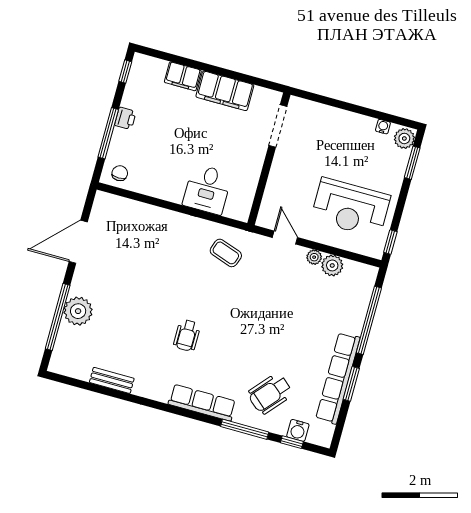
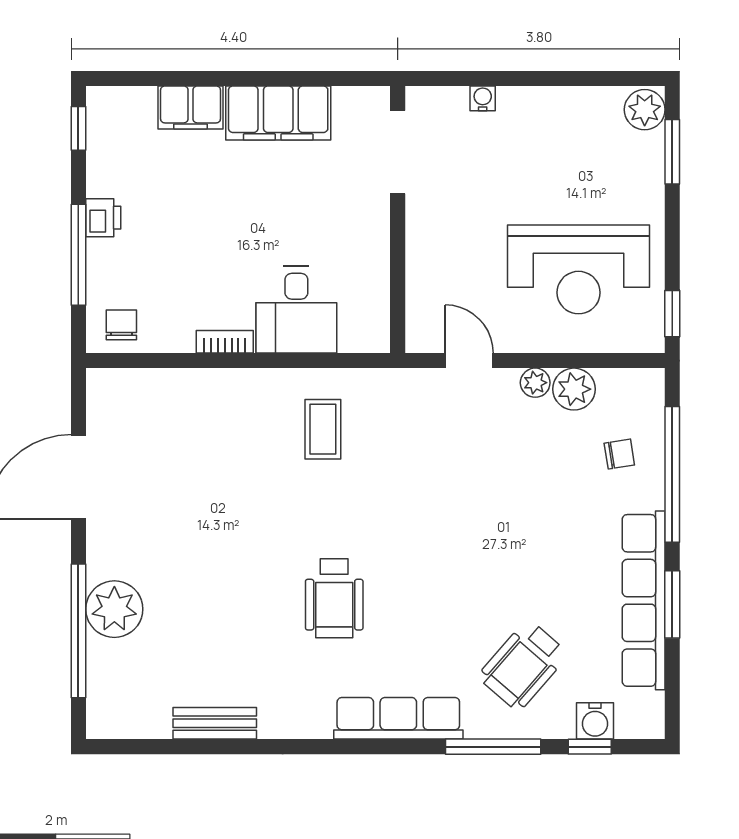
water cooler: (383, 127) -> (483, 98), moved
bookcase: (168, 195) -> (225, 342), added
coffee table: (226, 253) -> (323, 429), moved, turned 71
chair: (346, 303) -> (619, 454), added
wheelchair: (187, 335) -> (334, 598), width x1.36, depth x1.37

